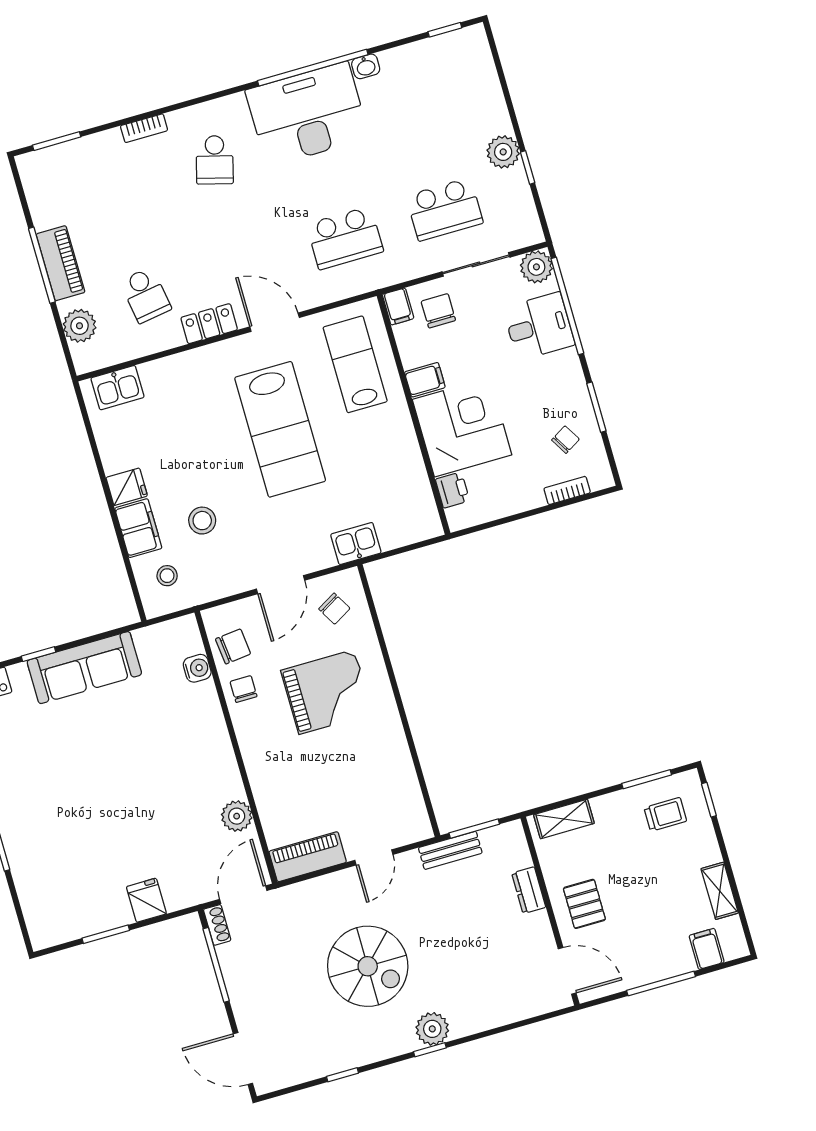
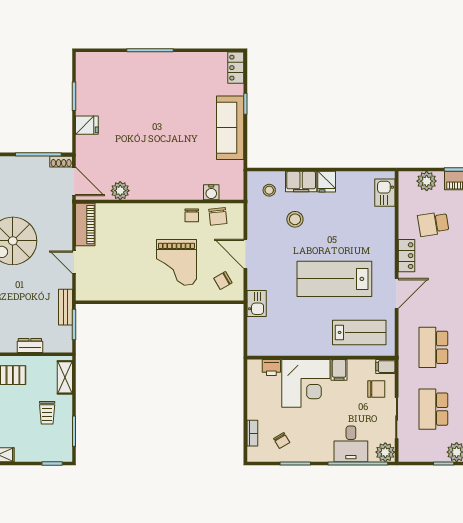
chair: (244, 689) -> (192, 215), turned 90
trolley: (665, 814) -> (47, 413), moved

